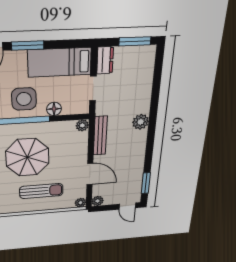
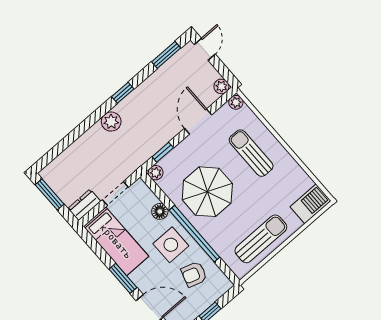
bench: (100, 136) -> (153, 147), removed
window: (91, 139) -> (163, 152), added
window: (150, 142) -> (123, 93), added
parasol: (27, 157) -> (207, 192), moved

